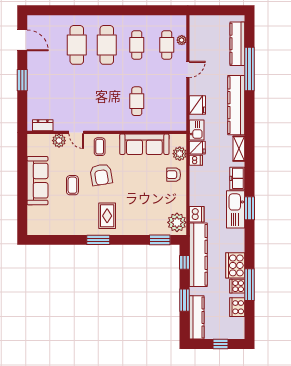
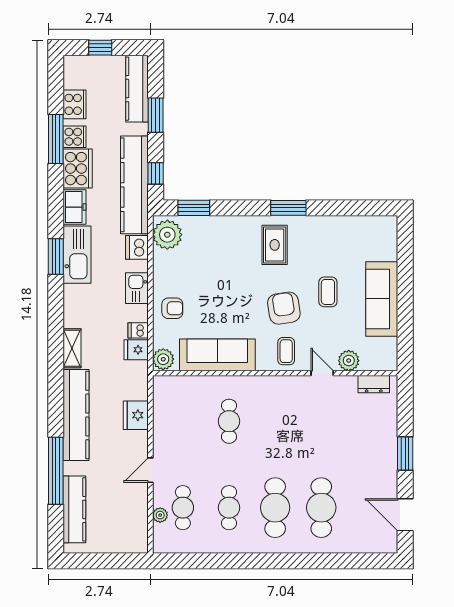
kitchen sink: (197, 130) -> (137, 288), moved
plant: (180, 154) -> (163, 359), moved
freezer: (237, 178) -> (75, 207), moved

